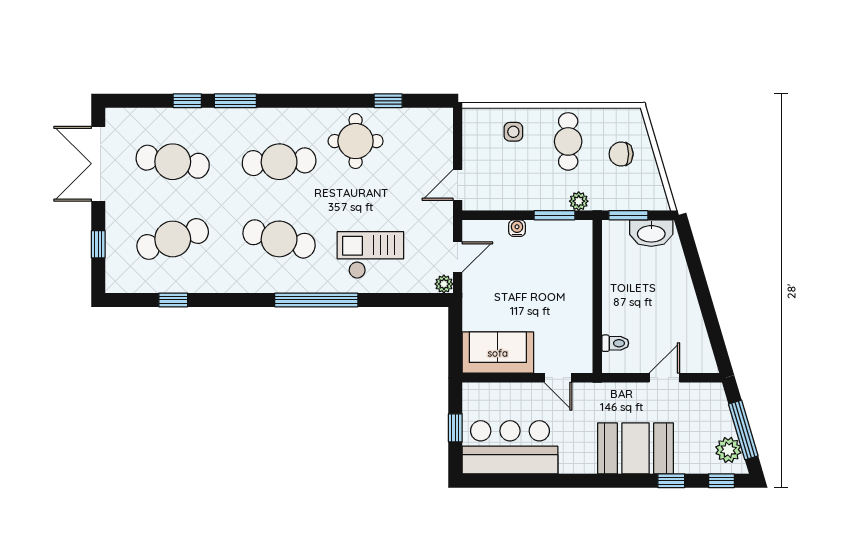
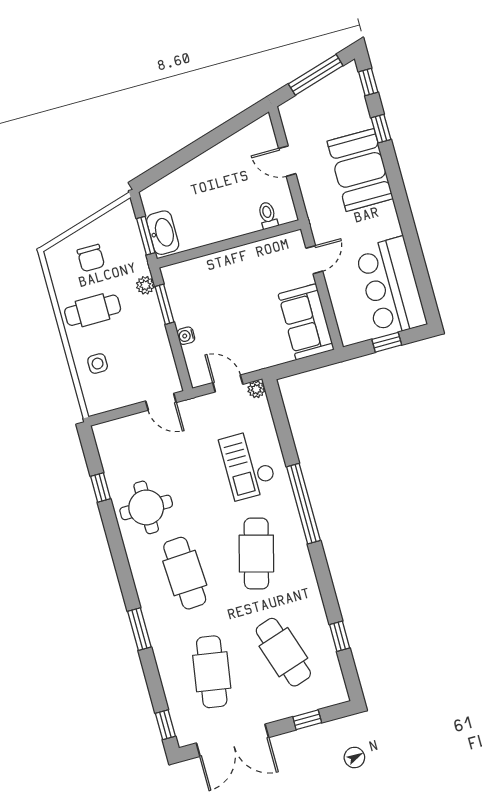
window: (187, 101) -> (165, 725), moved
washbasin: (651, 233) -> (163, 233), moved
plant: (728, 450) -> (338, 83), removed

